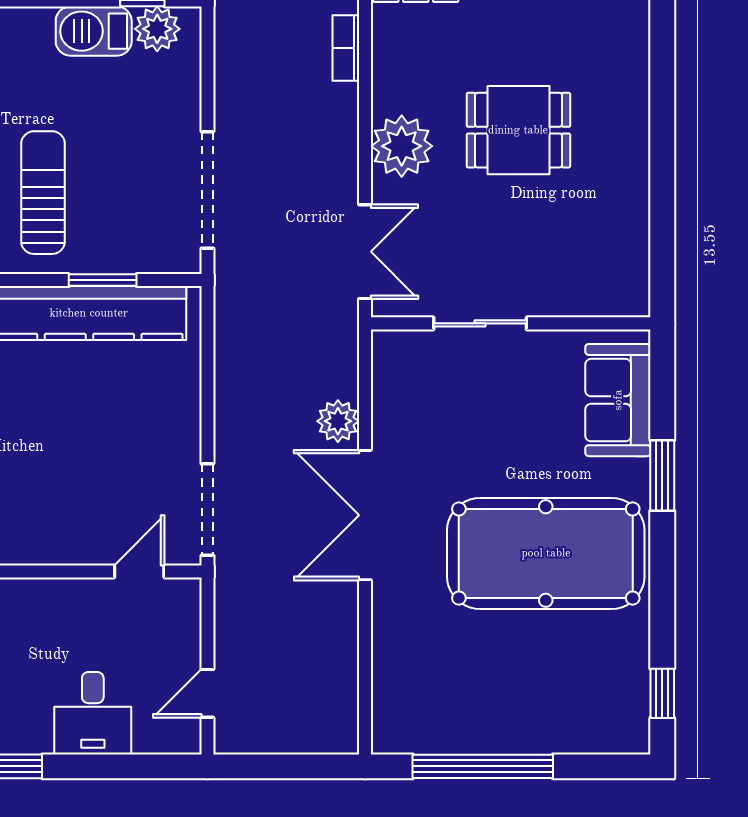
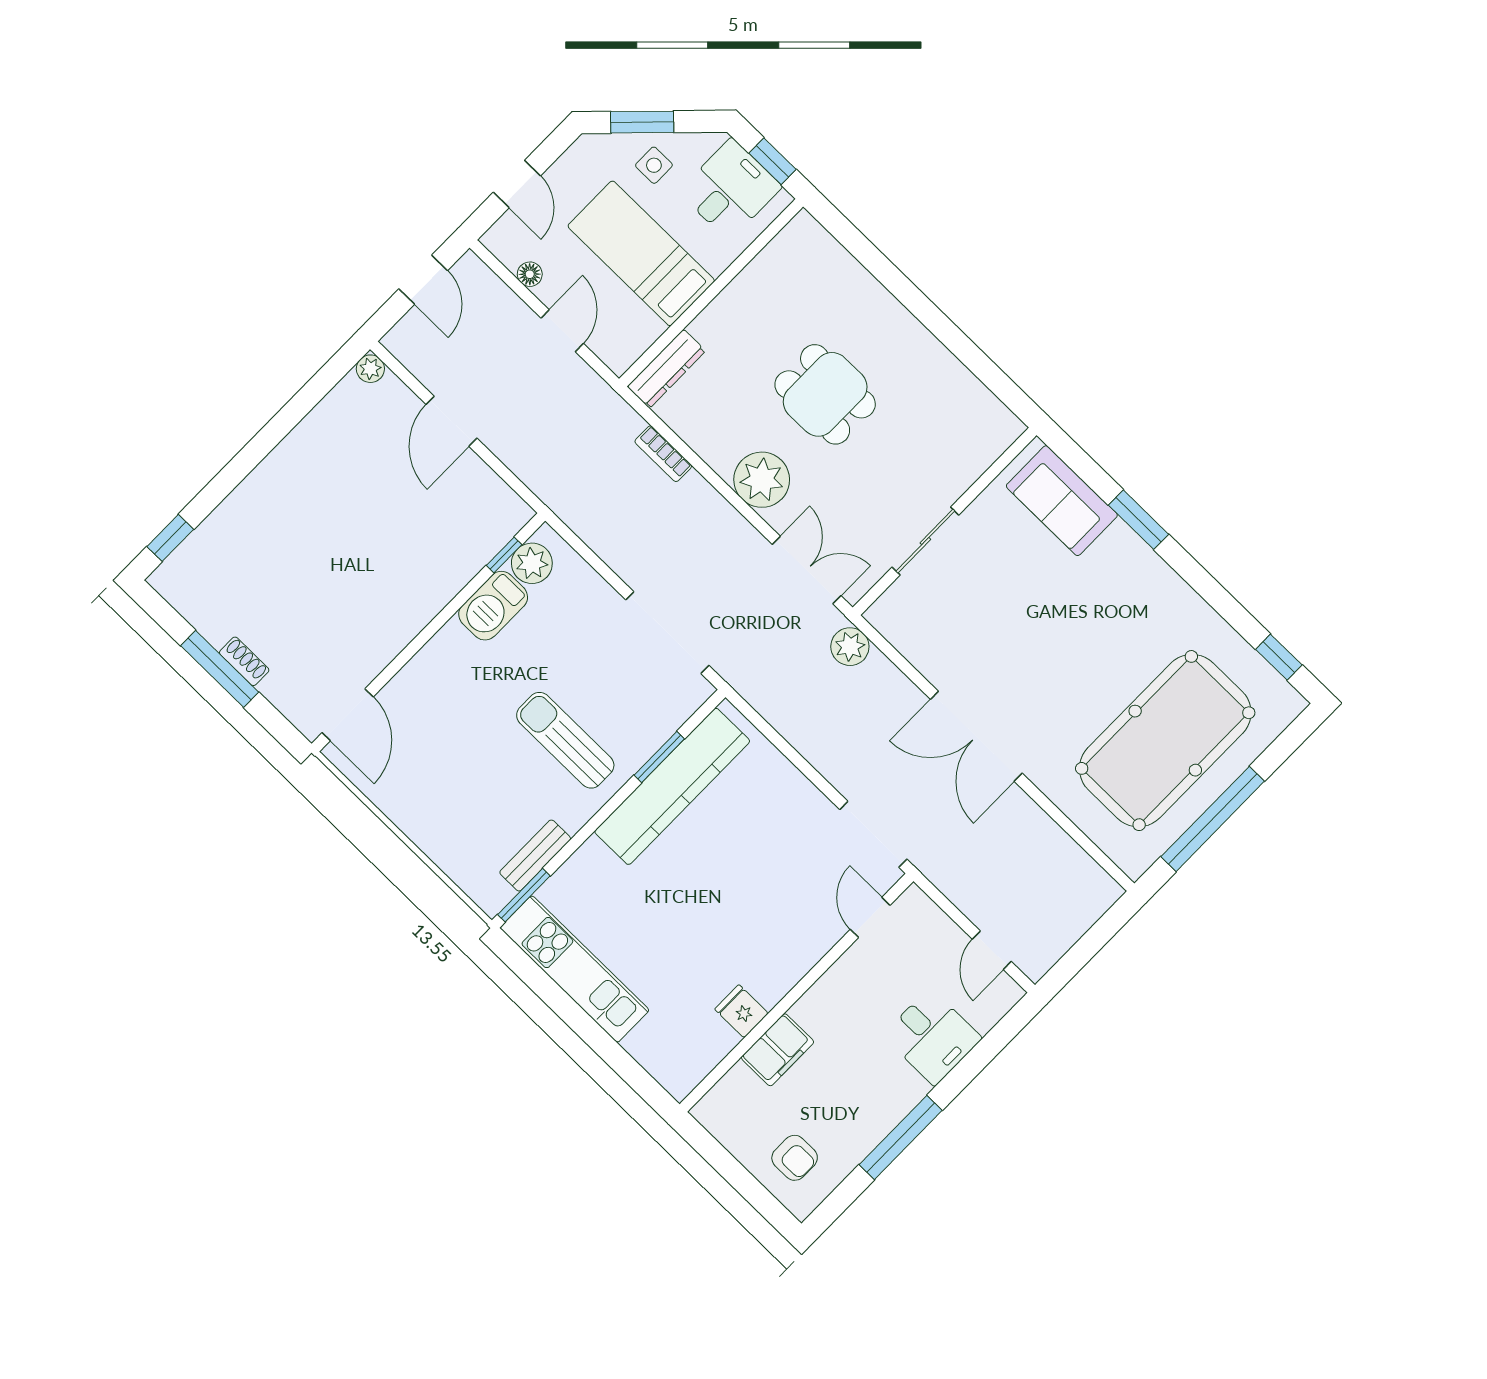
dining table: (518, 130) -> (825, 394), turned 90
plant: (338, 421) -> (850, 647), moved
pool table: (546, 553) -> (1165, 741), moved

